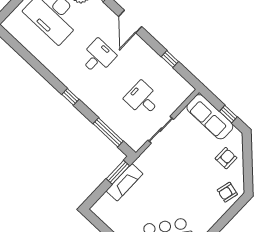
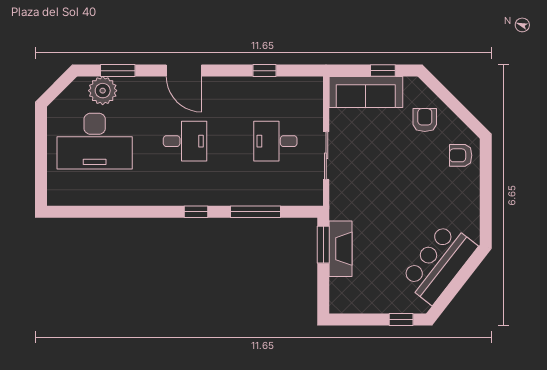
desk: (98, 57) -> (185, 141), turned 90
window: (108, 132) -> (256, 212), moved
armchair: (227, 192) -> (461, 155), turned 76

